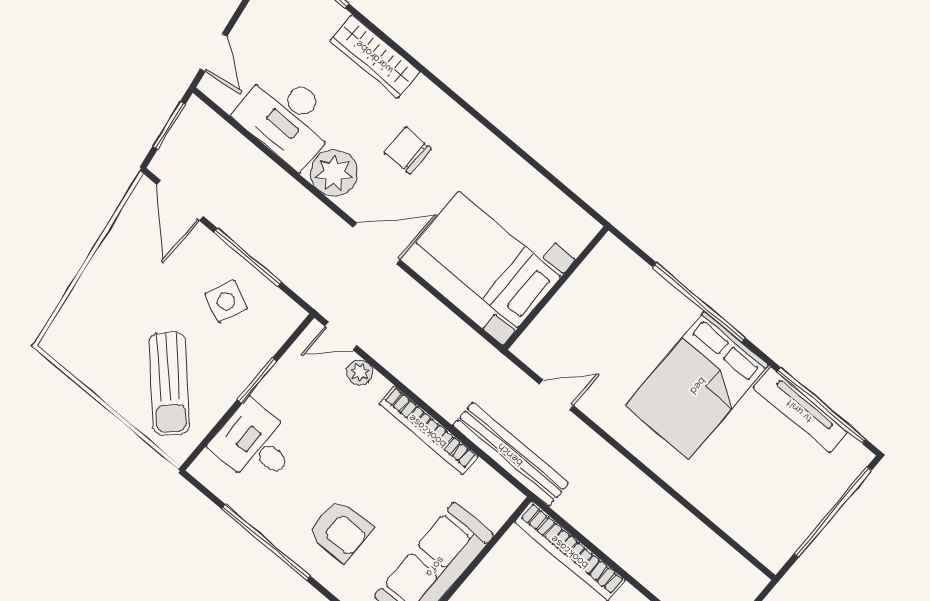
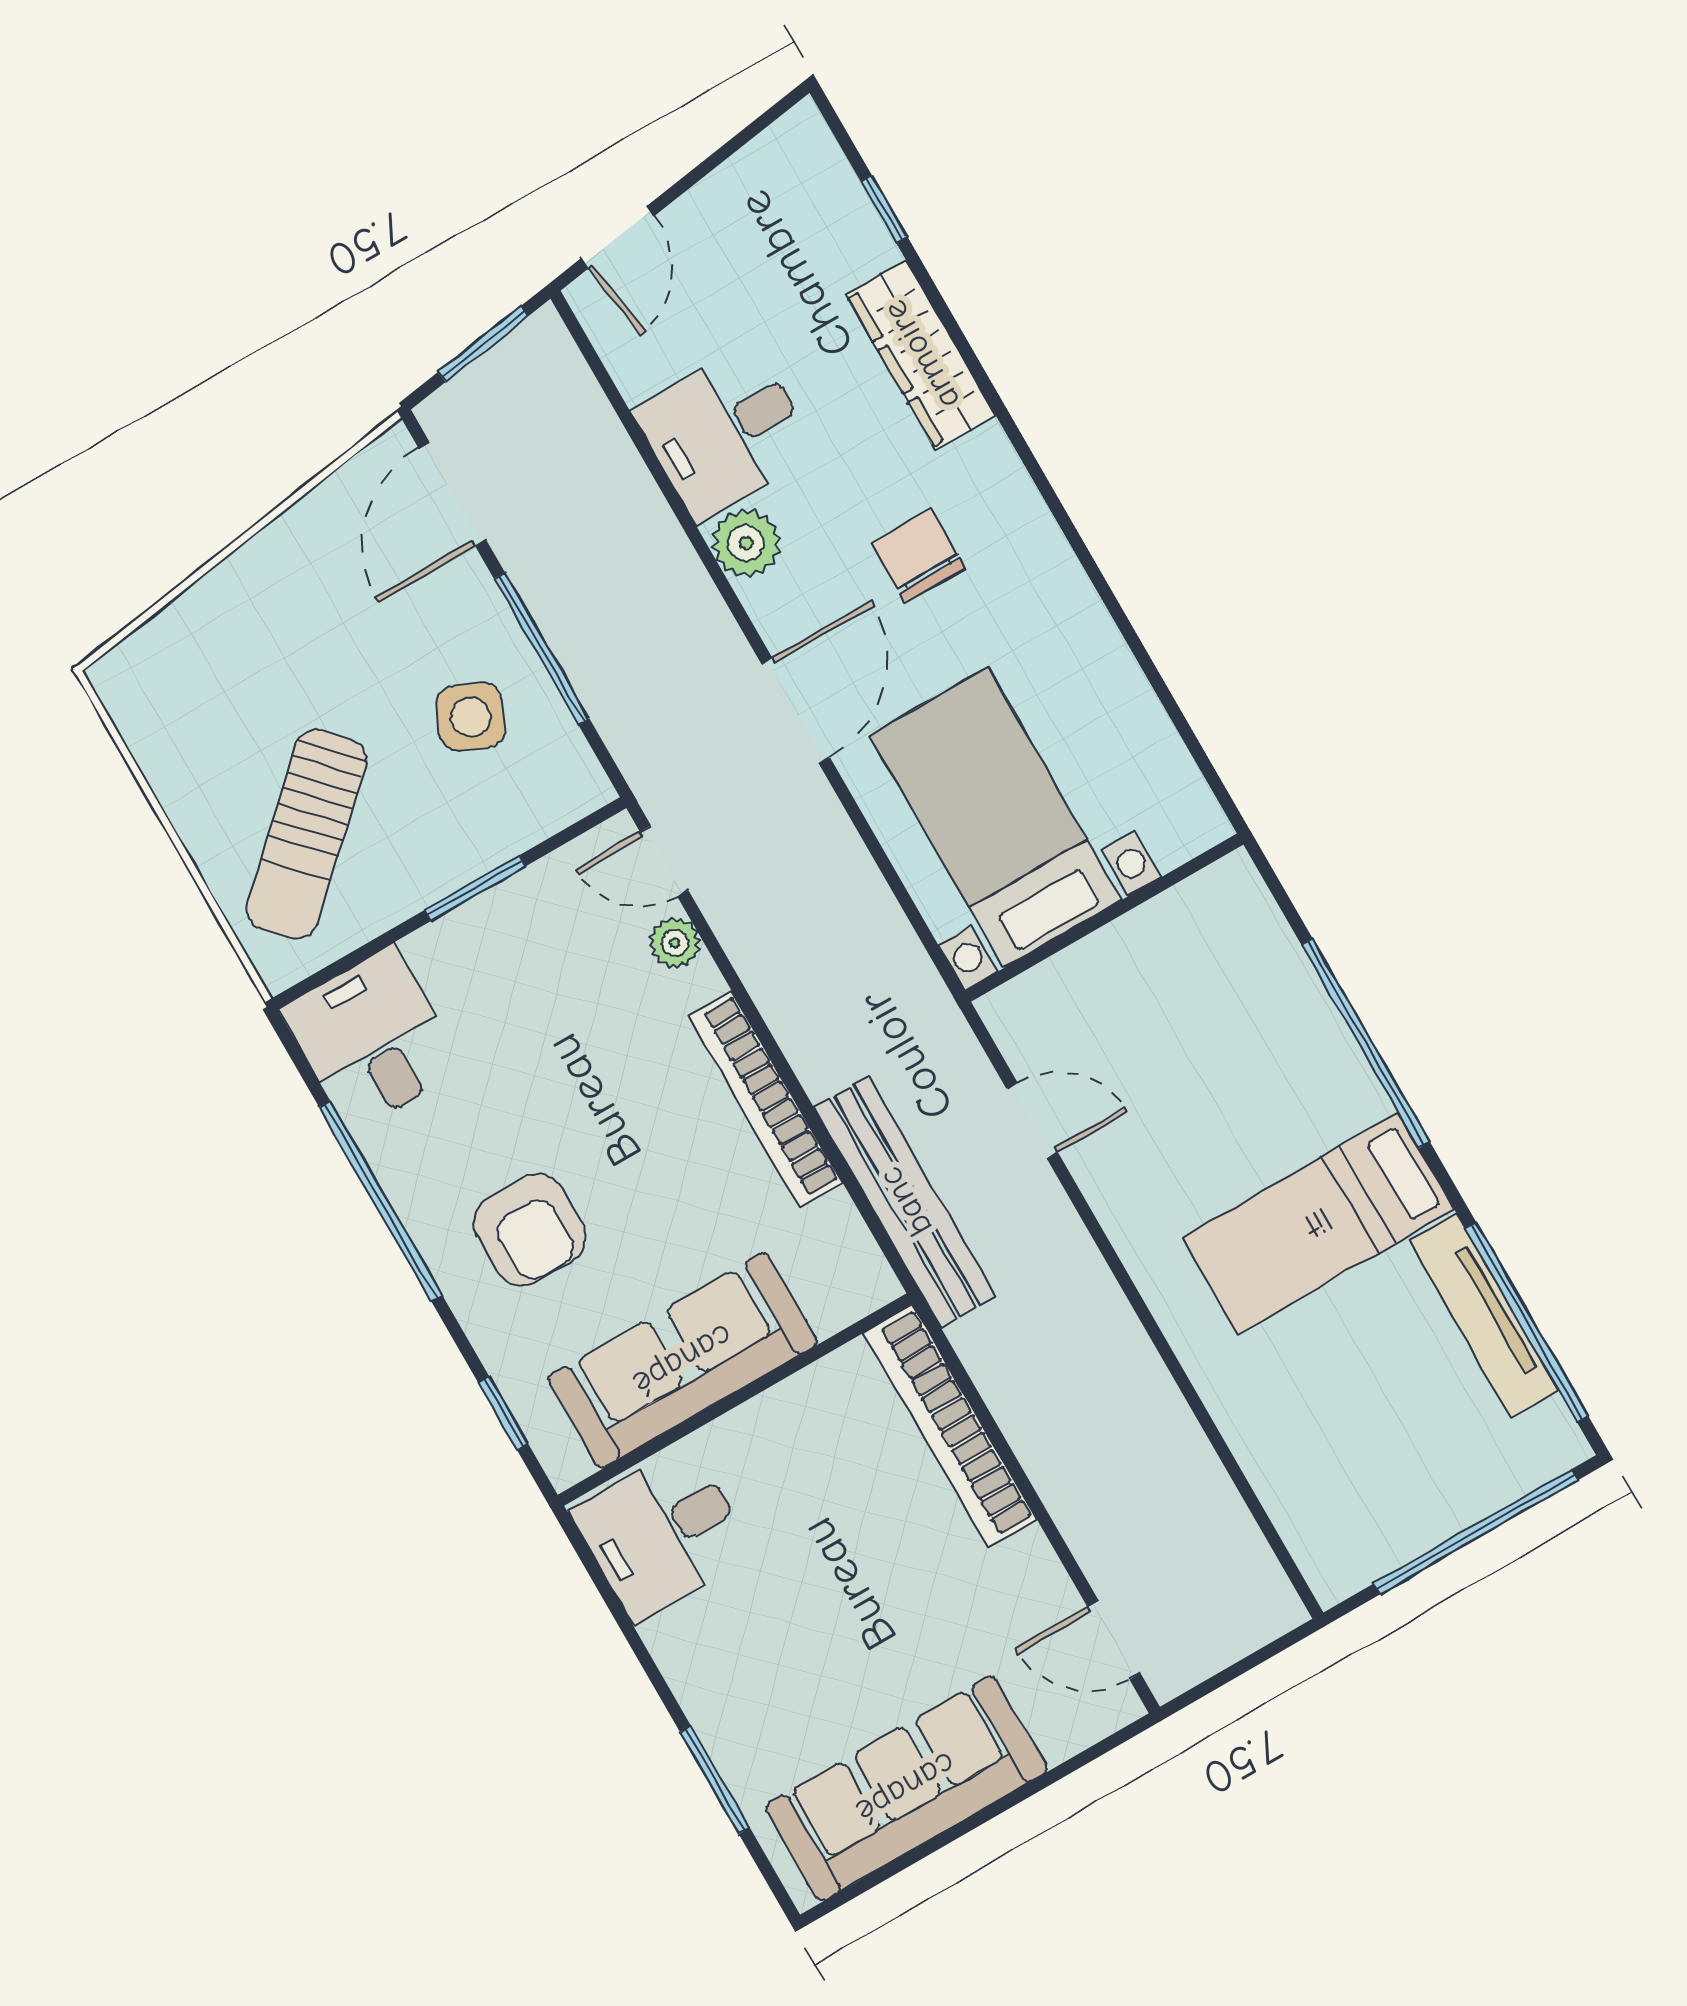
desk: (287, 118) -> (725, 433), width x0.73
plant: (334, 173) -> (746, 543), width x0.73, depth x0.73
door: (377, 244) -> (796, 711), hinge flipped
bed: (697, 385) -> (1318, 1223), width x0.67
desk: (255, 444) -> (372, 1039), moved

